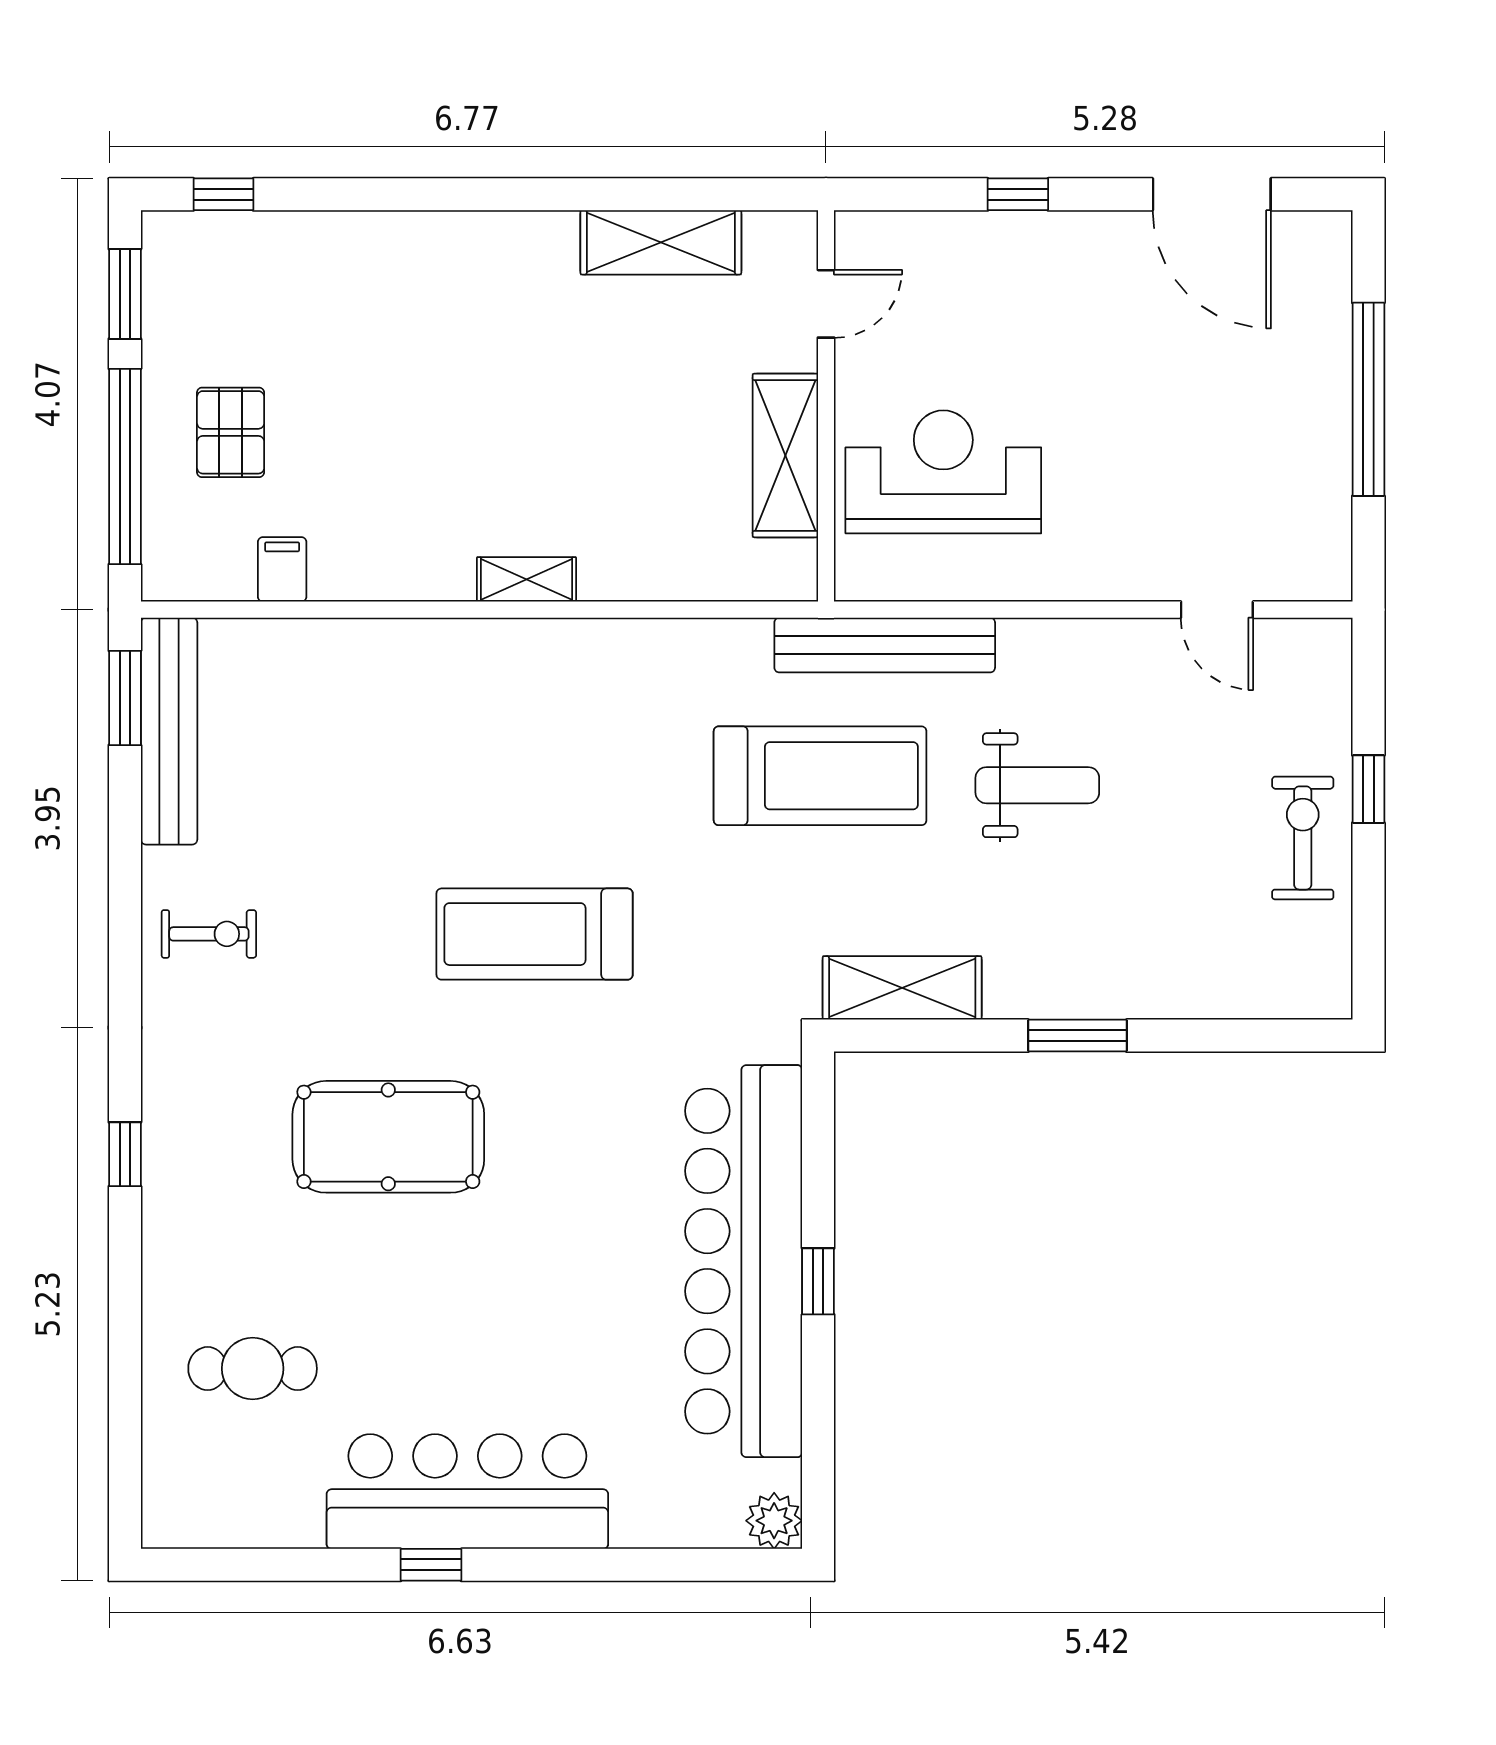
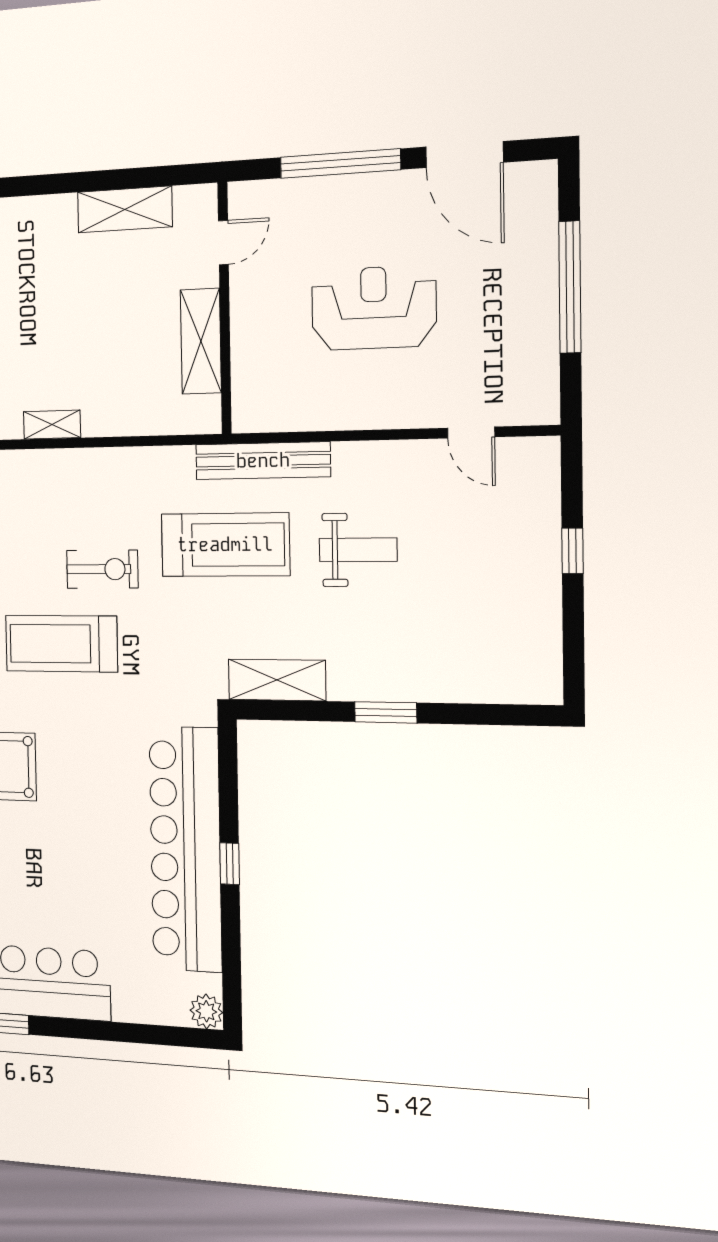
window: (1018, 194) -> (340, 163), width x3.17
reception desk: (943, 472) -> (374, 308), moved
exercise bike: (1303, 838) -> (102, 569), moved, turned 90

